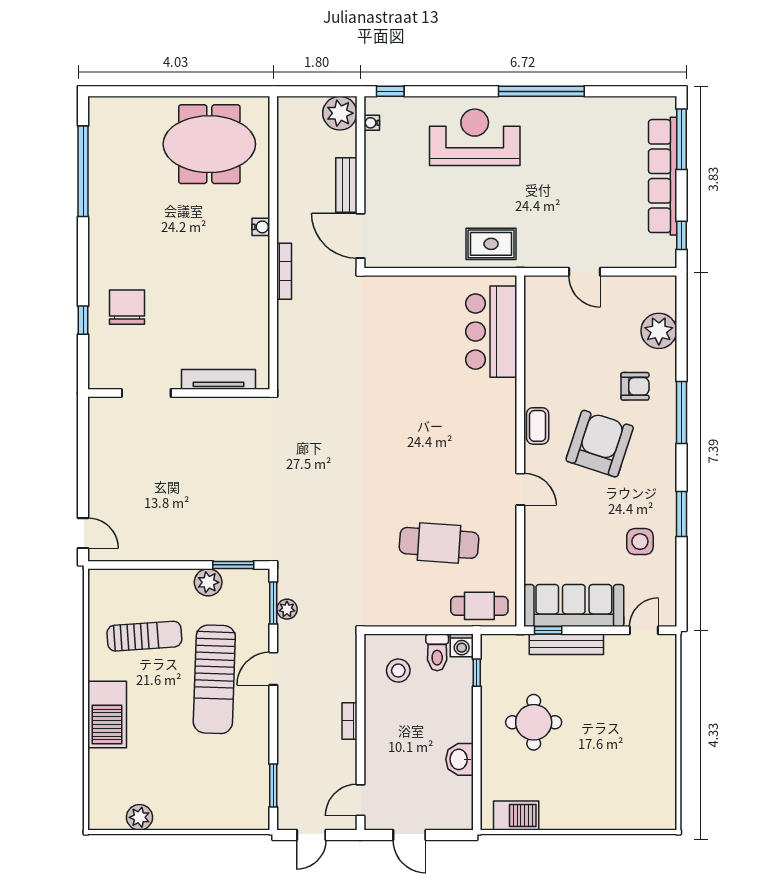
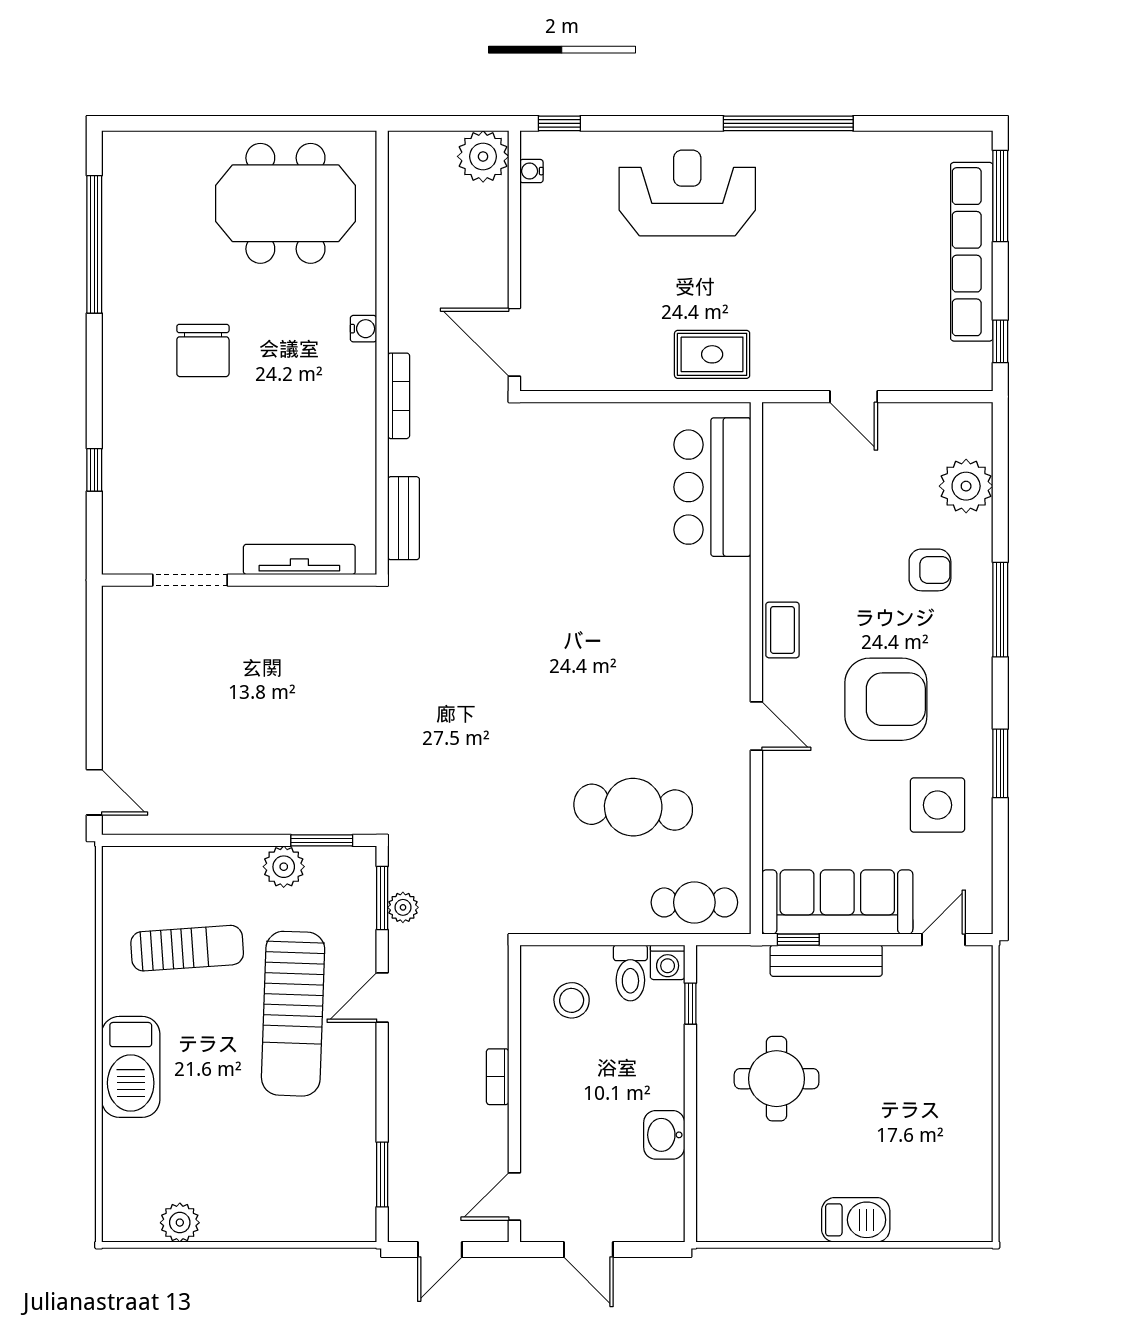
bench: (346, 185) -> (404, 518), moved
chair: (127, 307) -> (203, 350), moved, turned 180
armchair: (600, 444) -> (886, 699), moved, turned 72
side table: (640, 542) -> (938, 805), width x1.37, depth x1.37
barbecue: (516, 816) -> (856, 1220), moved

